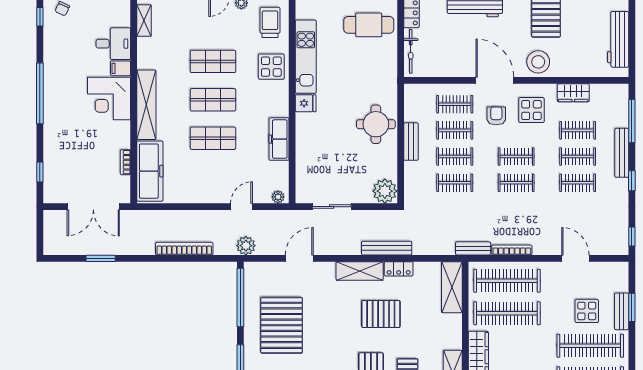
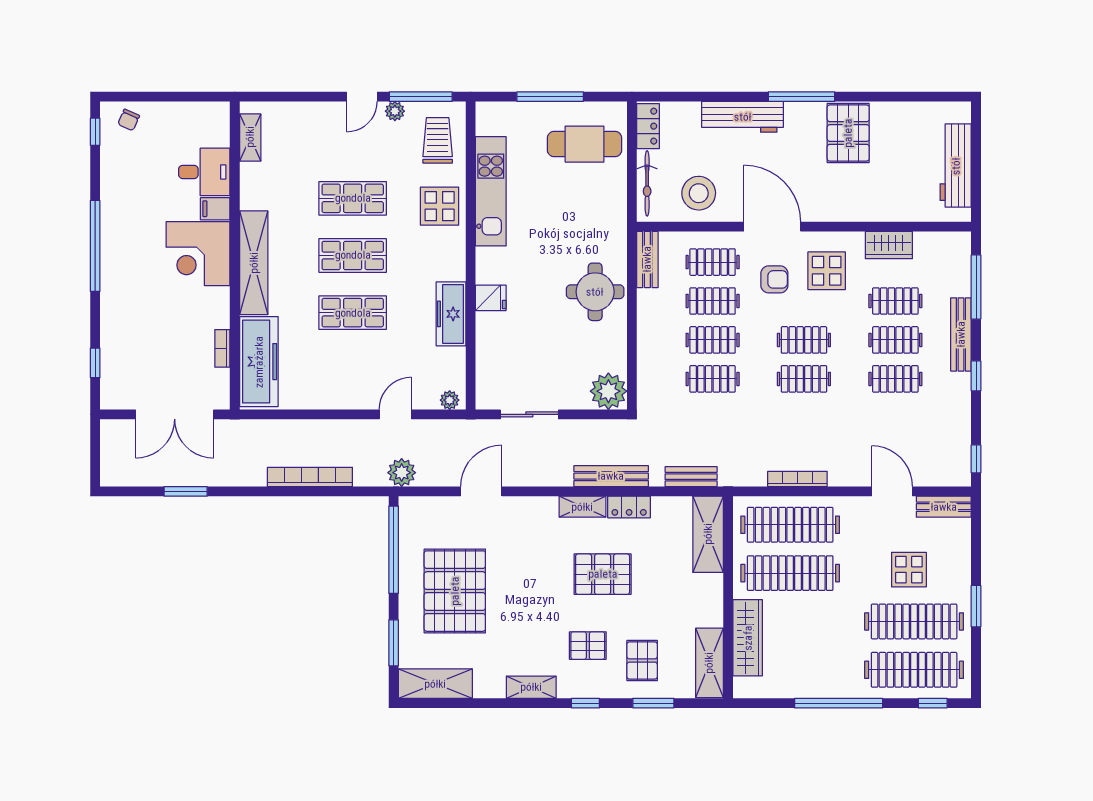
stool: (538, 62) -> (699, 193), moved
fridge: (306, 103) -> (491, 298), moved
armchair: (496, 116) -> (774, 279), turned 90
bench: (411, 142) -> (647, 259), moved
bench: (473, 248) -> (691, 477), moved
shelving: (360, 271) -> (582, 507), width x0.67, depth x0.75
window: (632, 307) -> (976, 606), moved
bench: (622, 311) -> (944, 507), moved, turned 90

